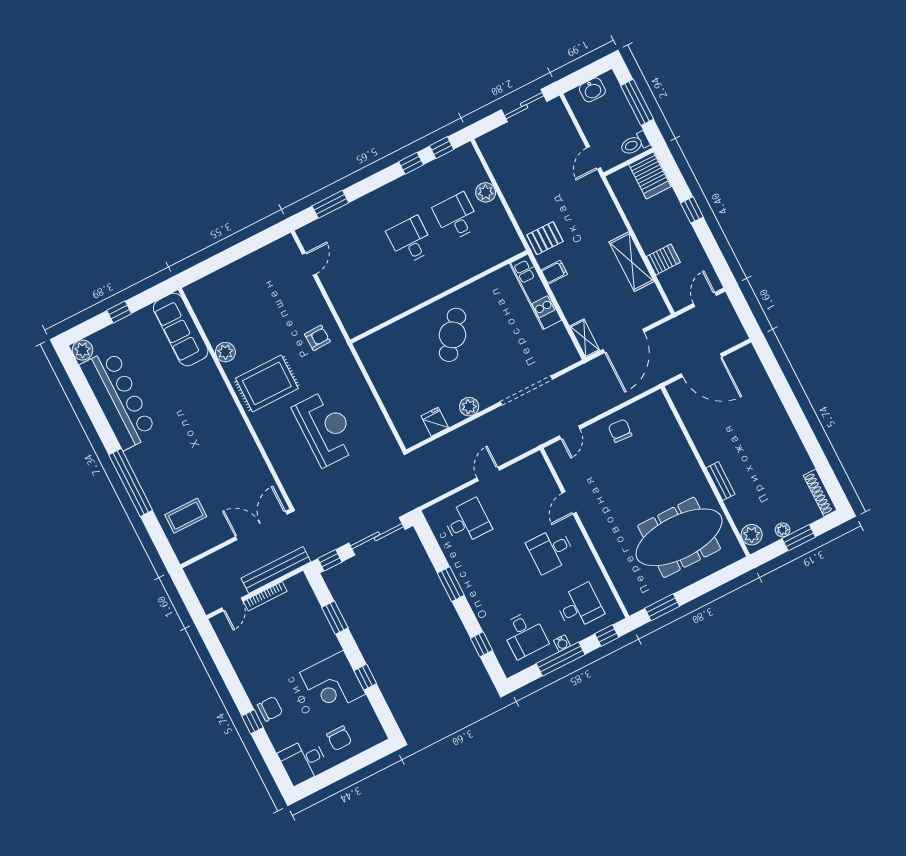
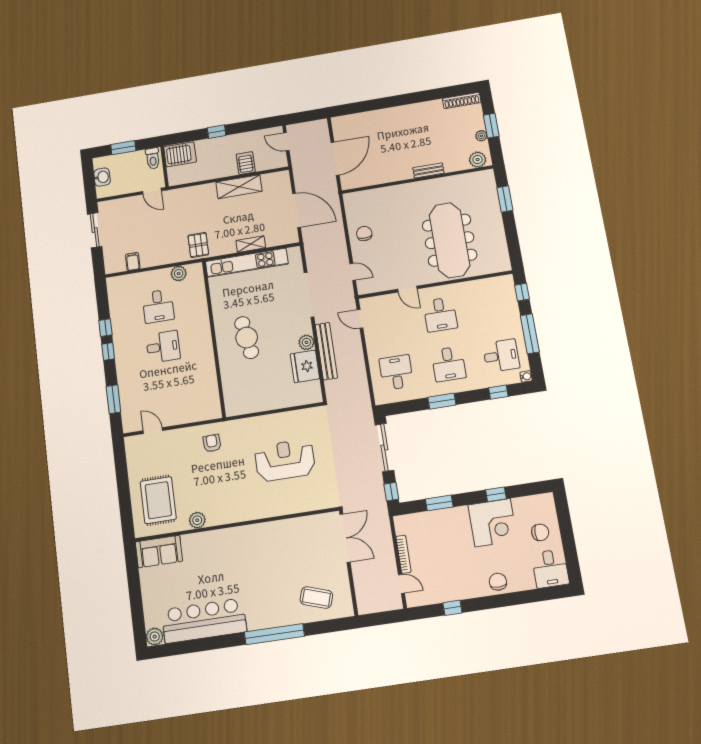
window: (637, 102) -> (123, 148), width x0.69
window: (442, 148) -> (108, 351), moved
plant: (486, 192) -> (179, 273), moved
desk: (456, 217) -> (158, 306), turned -90
desk: (410, 240) -> (163, 347), turned 180
filing cabinet: (554, 272) -> (133, 262), moved
kitchen unit: (536, 292) -> (247, 263), width x1.36
window: (119, 312) -> (135, 596), removed
sofa: (181, 330) -> (159, 552), width x0.73
cafe table: (453, 335) -> (247, 338), turned 42
shelving: (585, 338) -> (251, 244), moved
rug: (267, 383) -> (158, 500), moved
fridge: (435, 422) -> (305, 366), width x1.88, depth x1.34
chair: (620, 431) -> (364, 234), turned 86
door: (488, 474) -> (360, 319), moved
coffee table: (186, 516) -> (316, 598), turned -72
double door: (261, 526) -> (345, 538), swing flipped
meeting table: (679, 537) -> (450, 240), moved
bench: (276, 570) -> (326, 351), moved
desk: (579, 607) -> (449, 364), moved, turned 180
window: (662, 607) -> (505, 199), moved
water cooler: (562, 643) -> (526, 376), moved
window: (253, 722) -> (452, 608), moved

